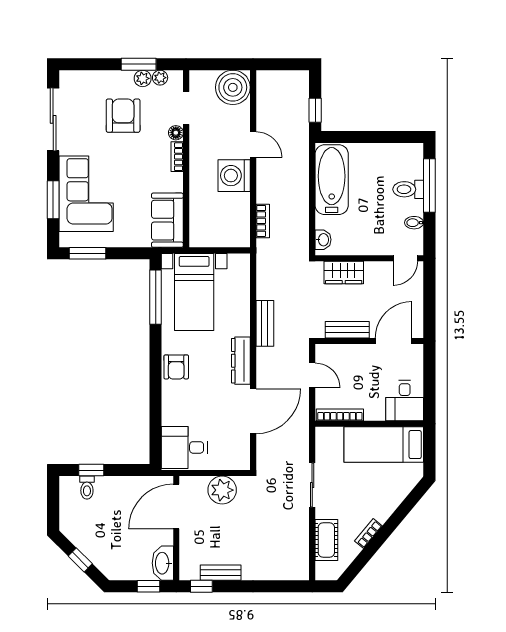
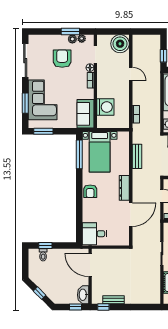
washing machine: (234, 176) -> (105, 107), moved, turned 180
bench: (265, 323) -> (137, 156), moved
plant: (222, 490) -> (114, 256), removed
door: (176, 506) -> (90, 265), hinge flipped

